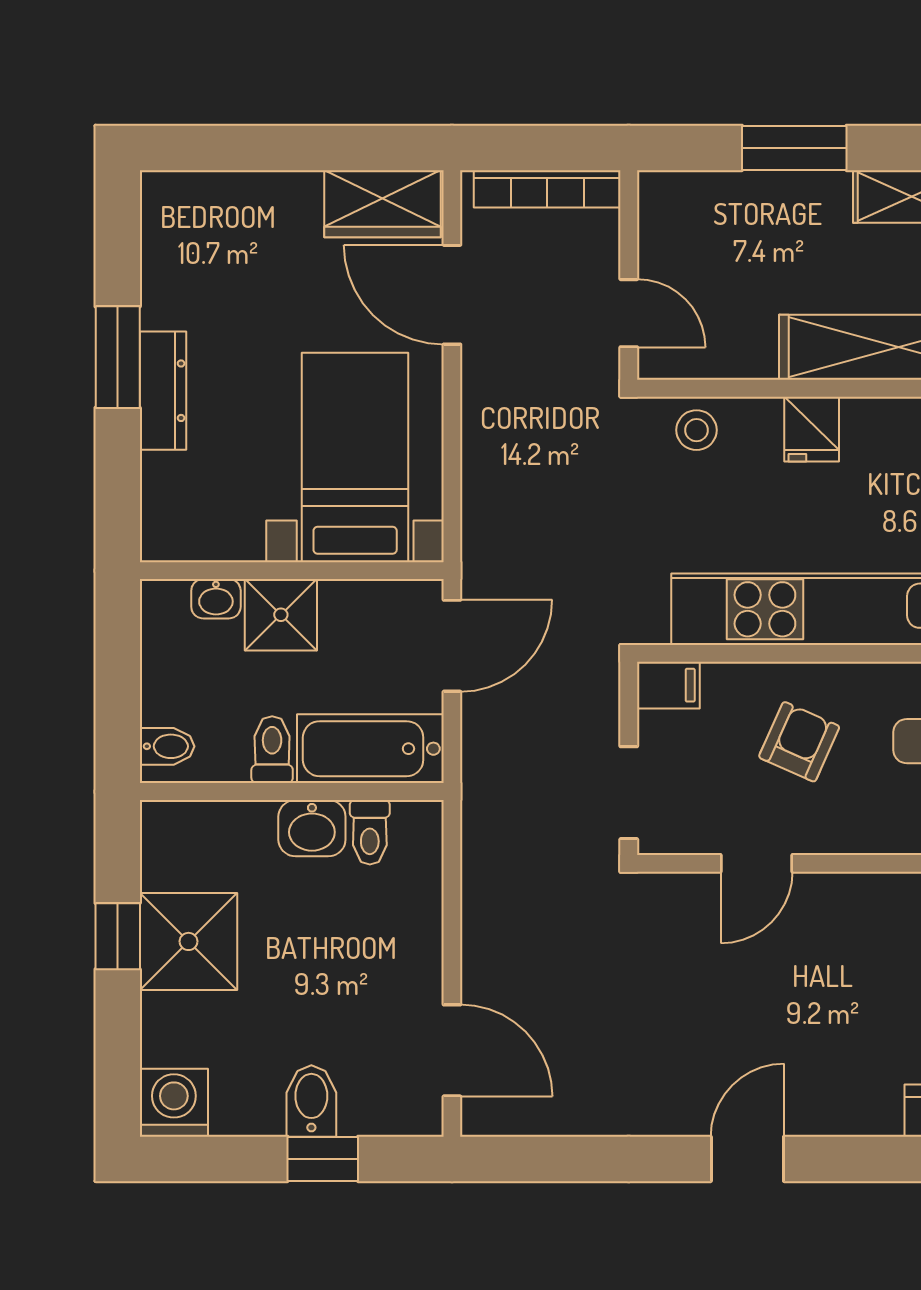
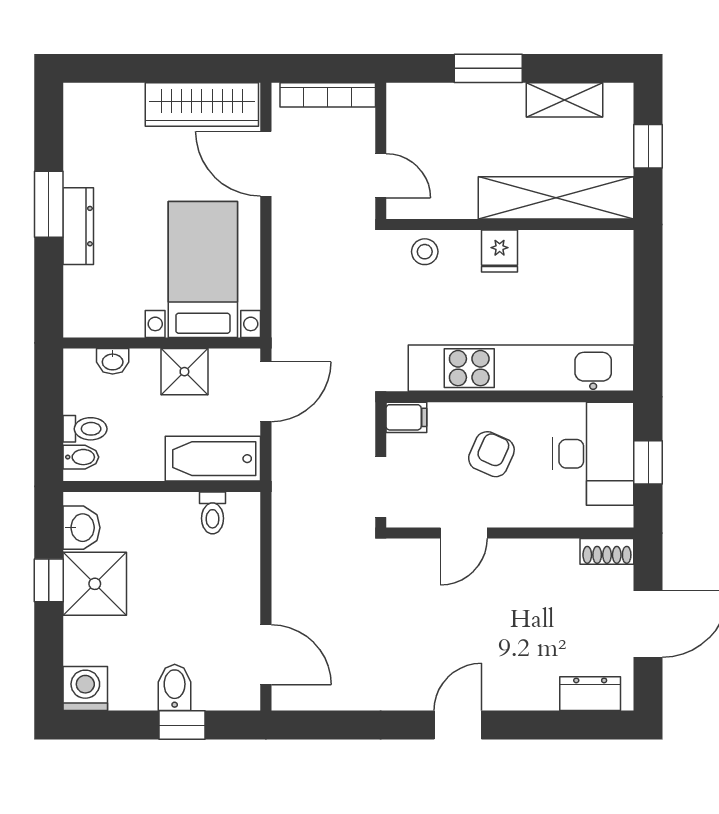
wardrobe: (382, 204) -> (202, 105), width x1.50
shower: (281, 615) -> (184, 372), moved
toilet: (272, 750) -> (85, 429), moved, turned 90
washbasin: (312, 828) -> (82, 528), moved, turned -90

